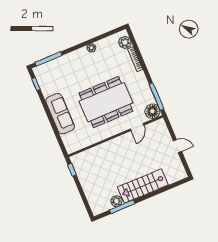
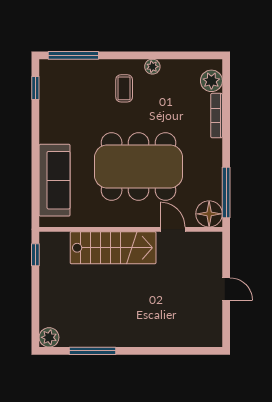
coffee table: (82, 65) -> (124, 88), added
sofa: (60, 114) -> (55, 180), moved
door: (137, 127) -> (173, 229), swing flipped
stairs: (143, 186) -> (113, 248), moved, turned 180
plant: (116, 201) -> (49, 337), moved

